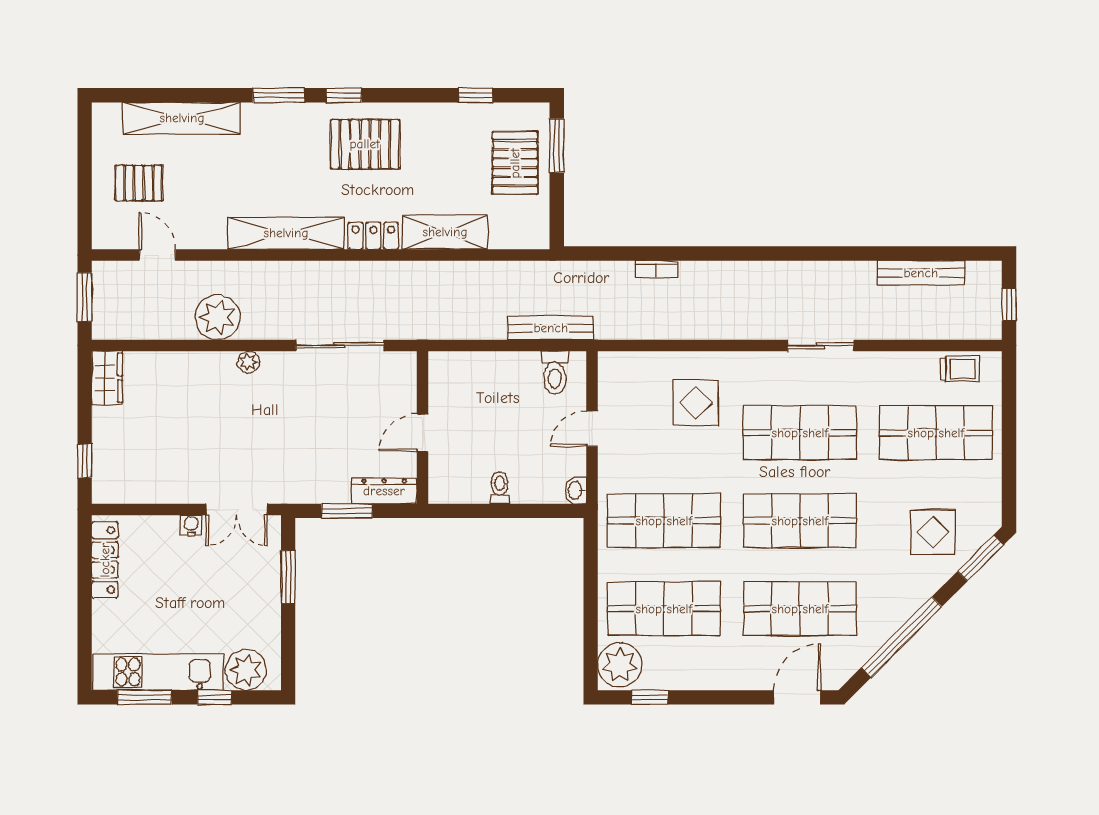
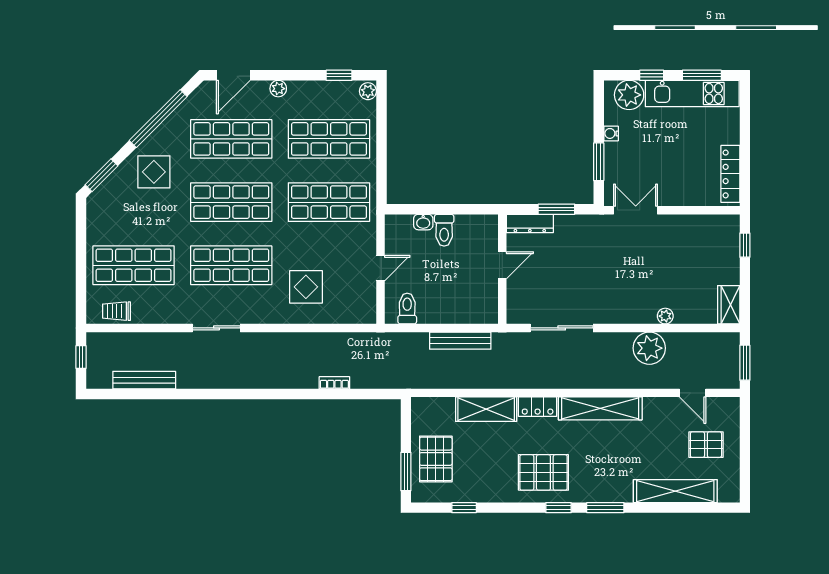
bench: (551, 328) -> (460, 341), moved
plant: (248, 362) -> (665, 316), moved
toilet: (500, 488) -> (444, 230), width x1.37, depth x1.39
washbasin: (576, 490) -> (423, 222), moved, turned 90
water cooler: (191, 525) -> (611, 133), moved, turned 90
display table: (933, 532) -> (154, 172), moved
plant: (620, 665) -> (368, 91), width x0.53, depth x0.53
plant: (734, 679) -> (278, 89), added

